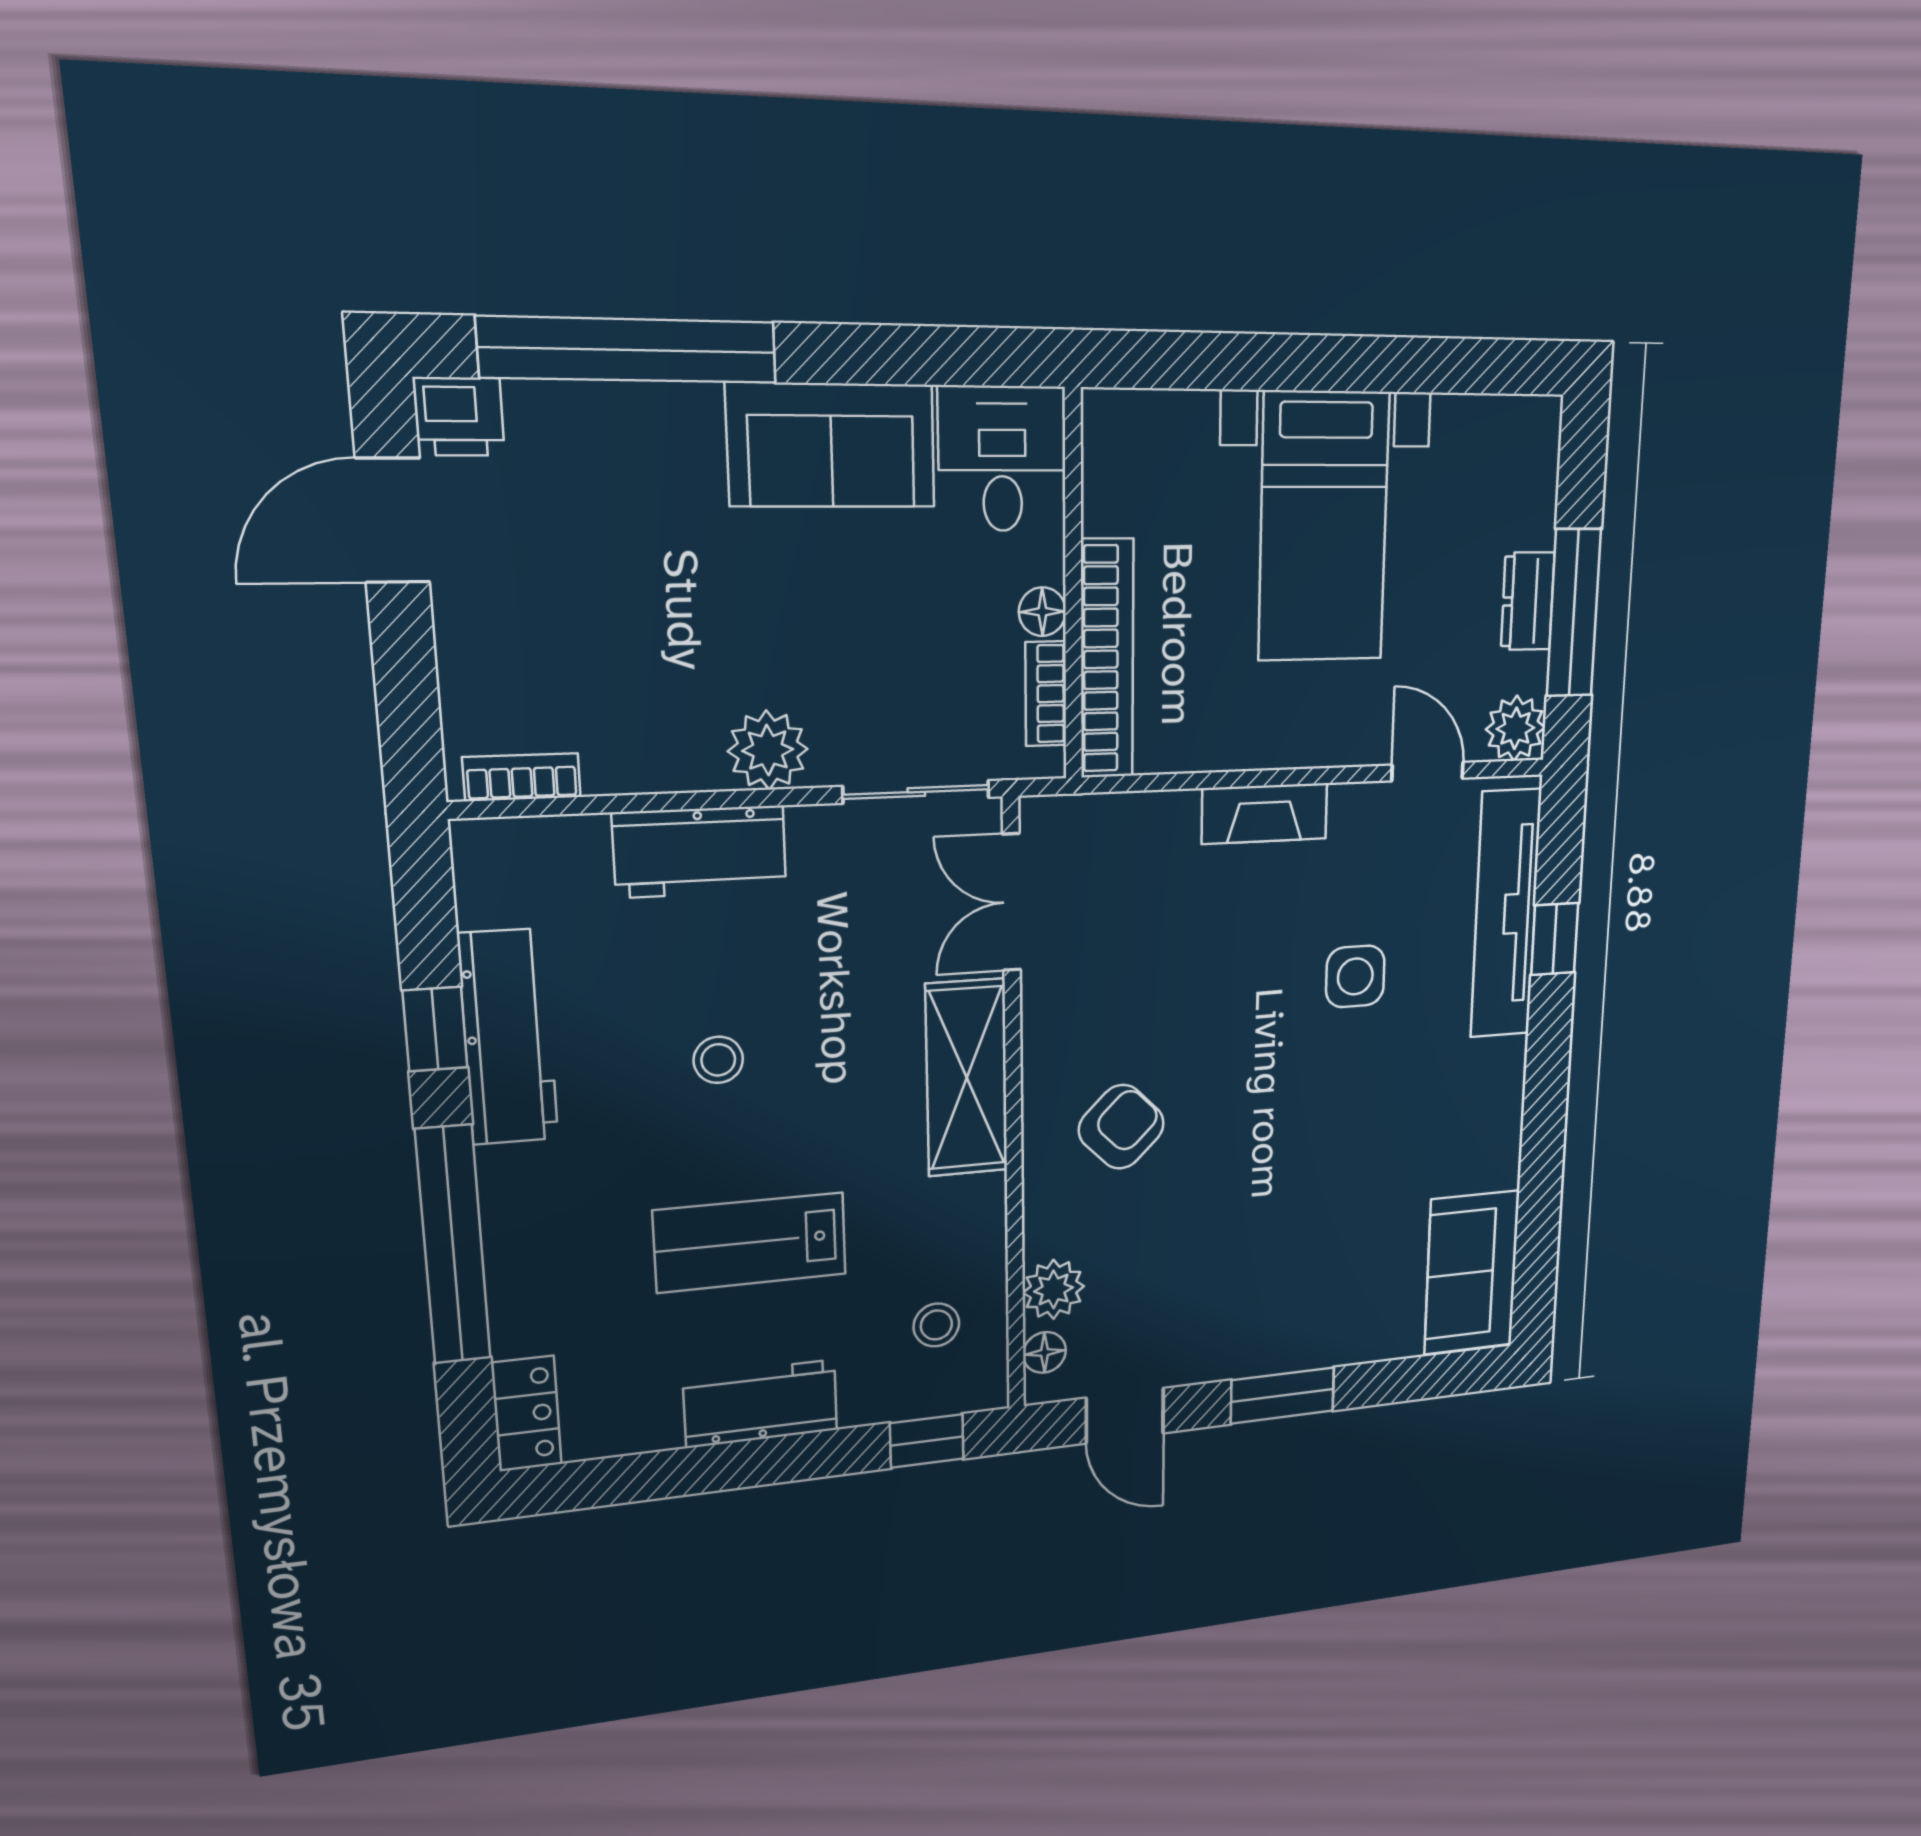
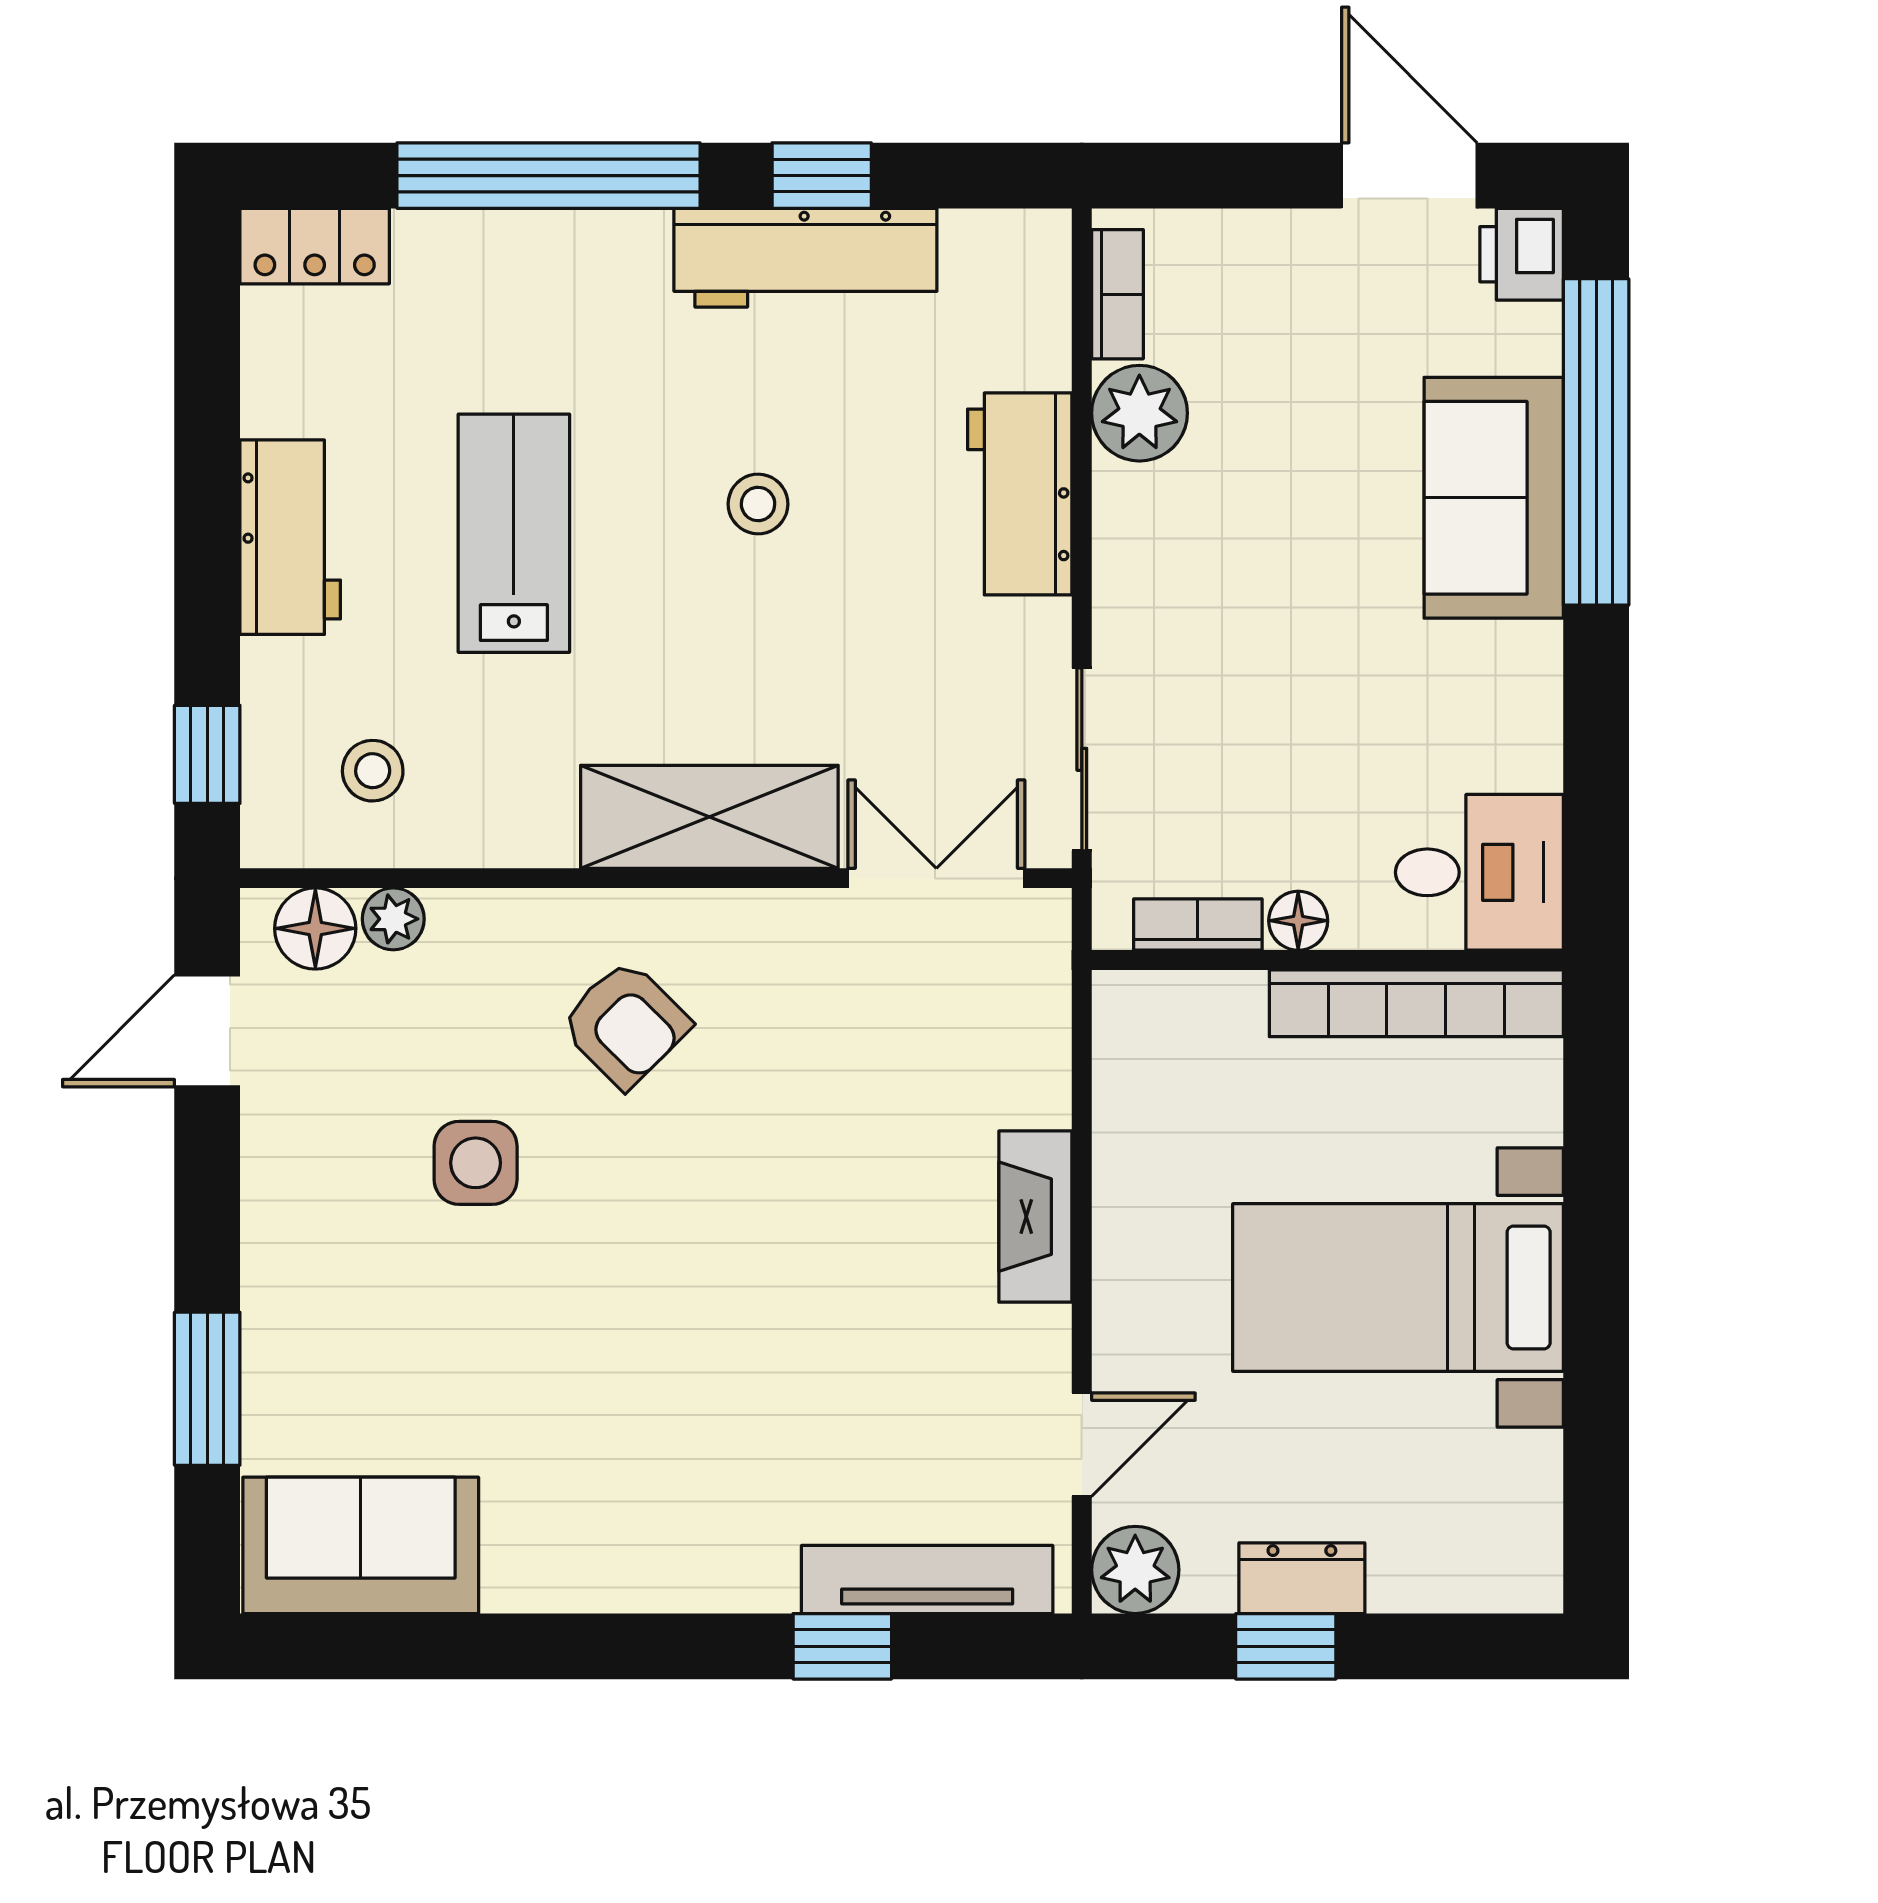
sofa: (831, 445) -> (1494, 498), moved
window: (1574, 613) -> (1286, 1646), width x0.46
bookcase: (1107, 659) -> (1416, 1003), moved
plant: (768, 750) -> (1139, 413), moved
tv unit: (1506, 914) -> (927, 1579), width x0.73, depth x0.78
side table: (1355, 976) -> (476, 1163), moved
plant: (1054, 1289) -> (393, 919), width x0.73, depth x0.73
floor lamp: (1045, 1352) -> (315, 928), width x1.37, depth x1.37
window: (1282, 1396) -> (207, 1389), moved

